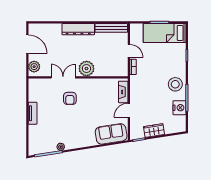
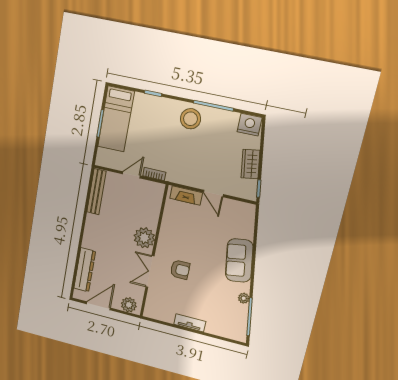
dresser: (78, 29) -> (85, 270), moved
nightstand: (179, 108) -> (249, 125), moved
sofa: (111, 134) -> (239, 261), moved

